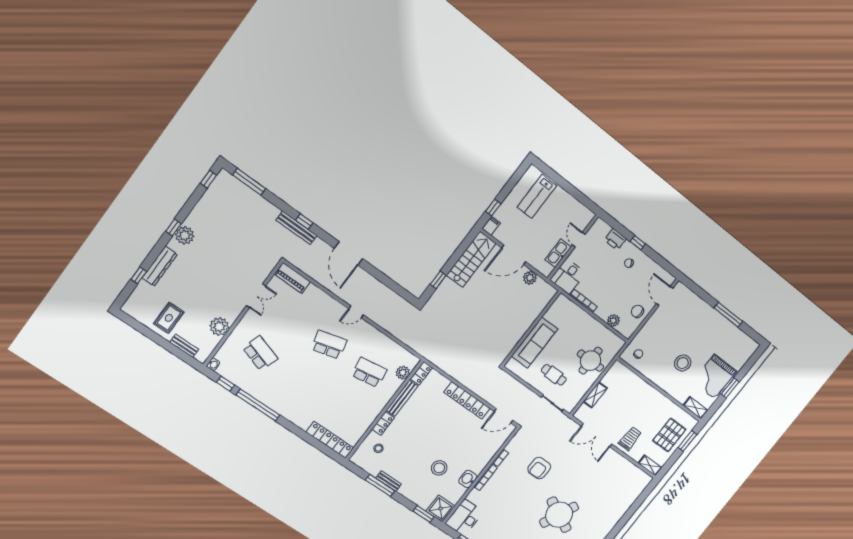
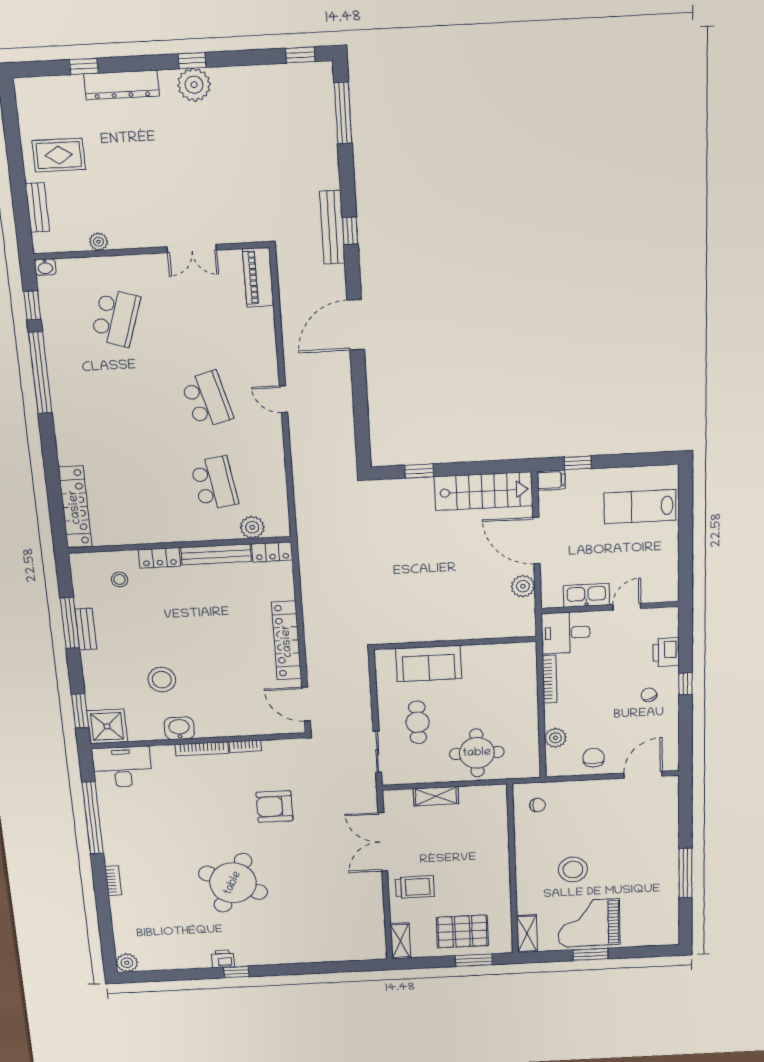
plant: (219, 327) -> (99, 242), width x0.53, depth x0.53
sofa: (535, 343) -> (429, 664), width x0.73

